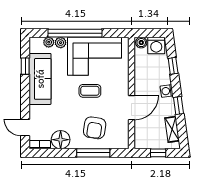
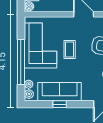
plant: (61, 43) -> (29, 94), moved
window: (25, 66) -> (60, 104), moved

